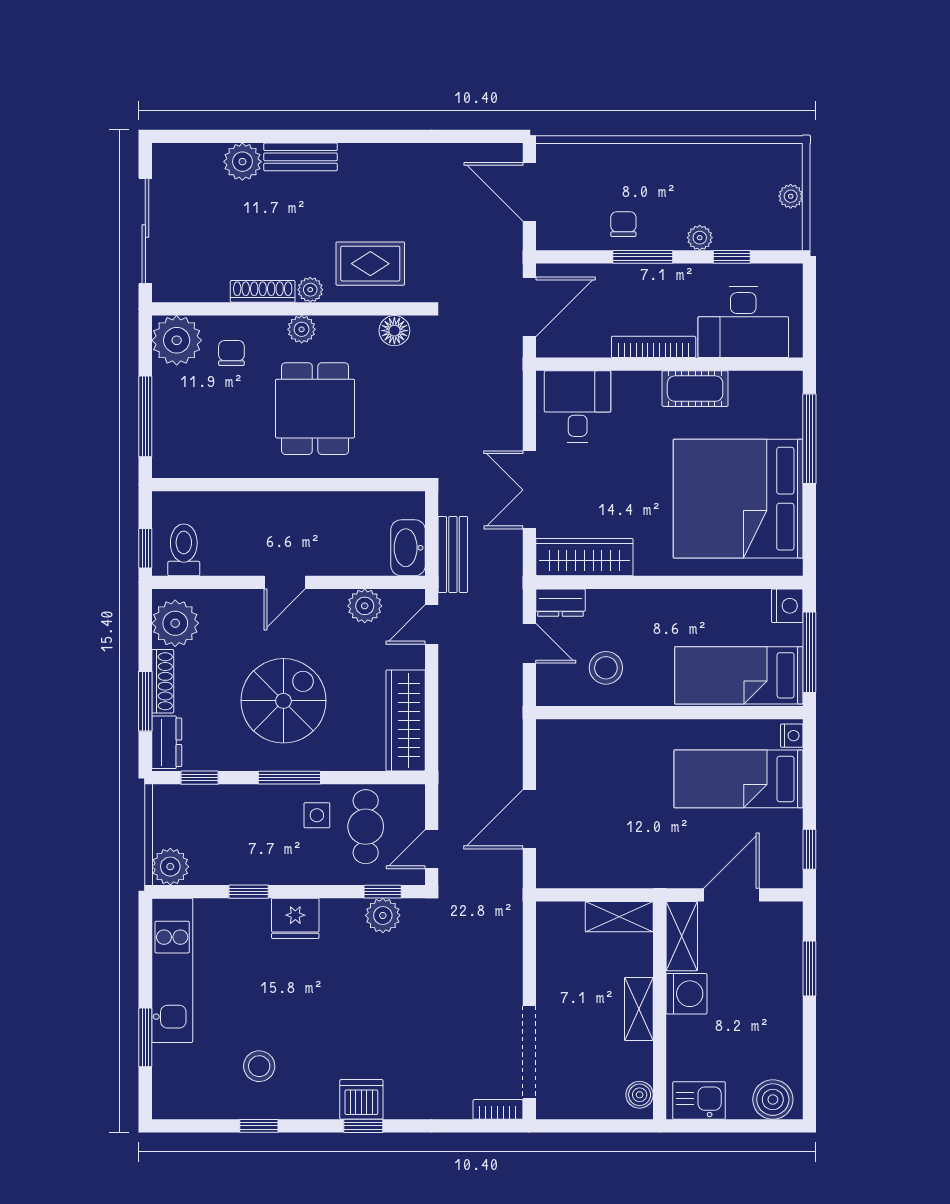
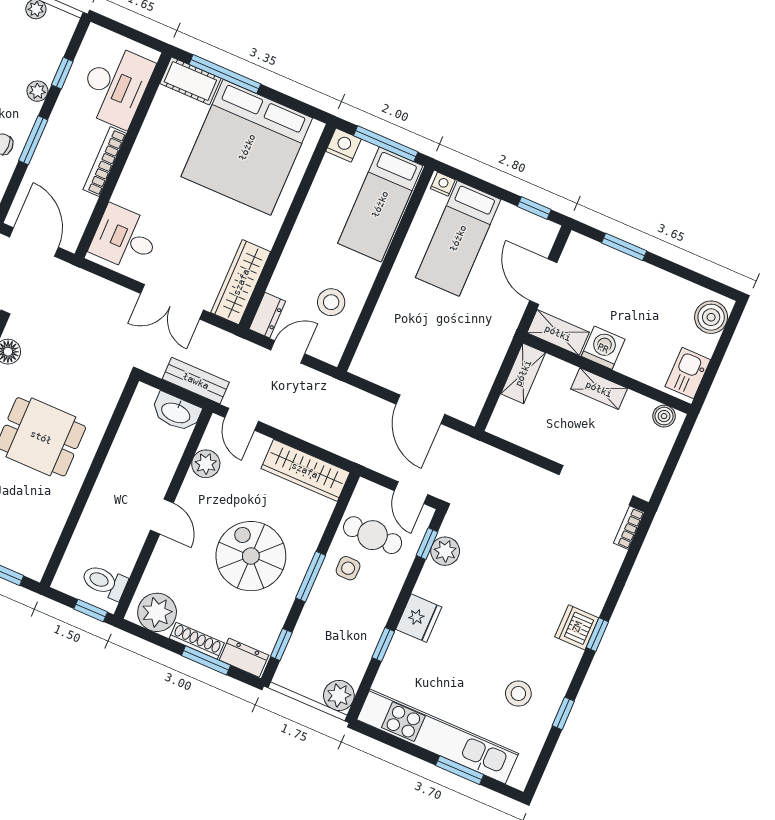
cot: (695, 389) -> (190, 81), moved, turned 90
kitchen unit: (172, 970) -> (438, 736), width x1.36

